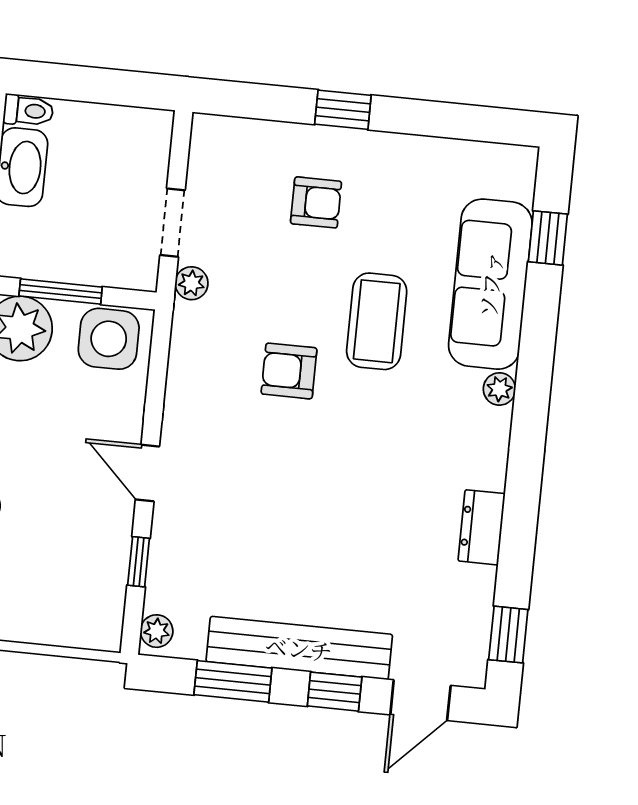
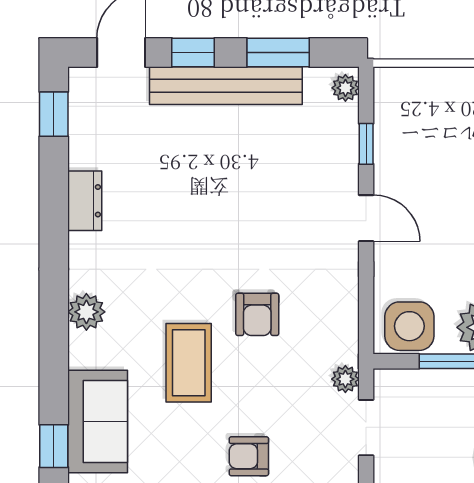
sofa: (490, 284) -> (98, 422), width x0.73
armchair: (289, 371) -> (257, 314), turned 90
plant: (499, 389) -> (86, 312), width x1.38, depth x1.38

